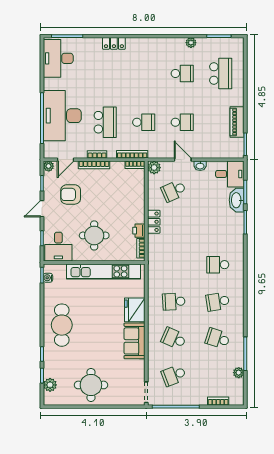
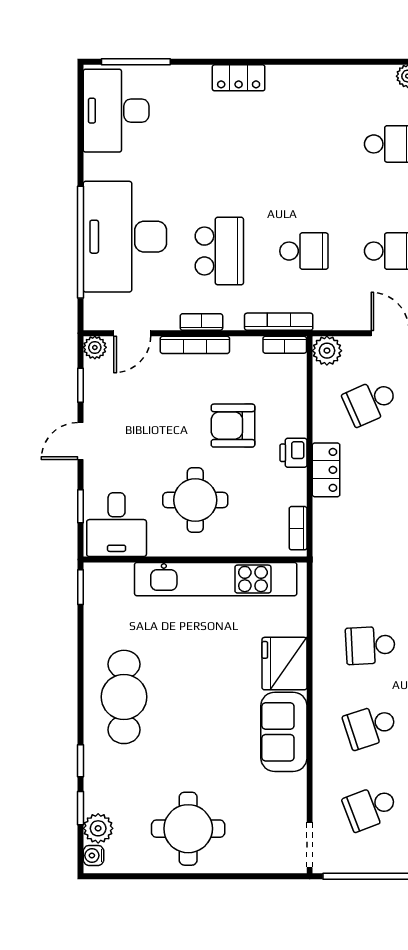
armchair: (71, 194) -> (233, 426), moved
printer: (139, 231) -> (293, 453), moved
water cooler: (48, 278) -> (94, 855), moved
school desk: (174, 338) -> (370, 726), turned -42

